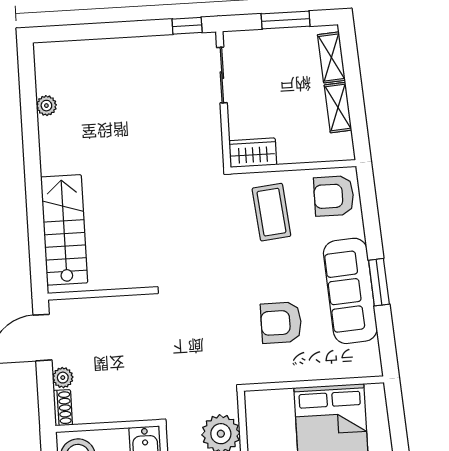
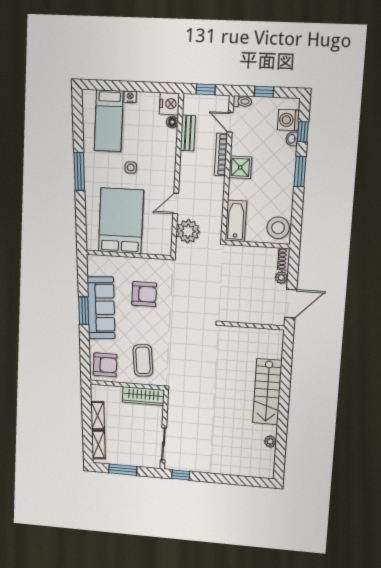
wardrobe: (253, 153) -> (143, 396), width x1.50
stairs: (64, 230) -> (267, 392), moved

